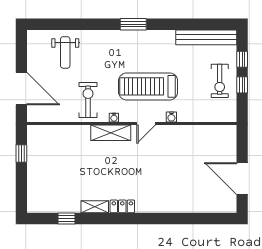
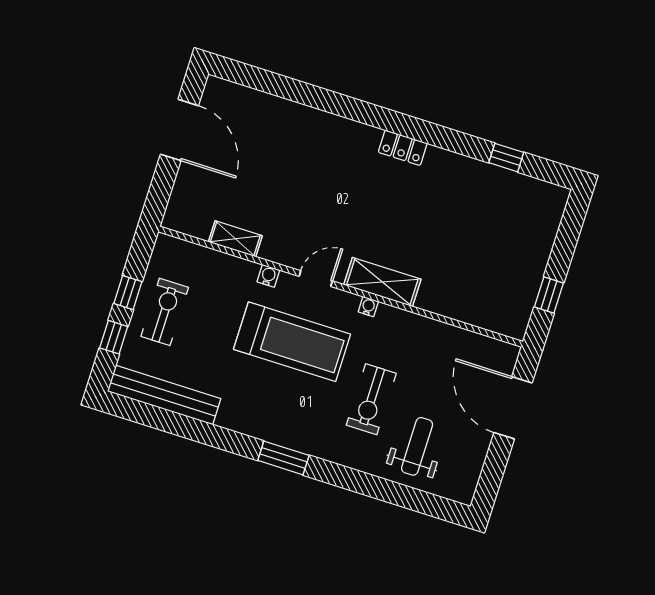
exercise bike: (88, 100) -> (371, 399), moved
shelving: (95, 207) -> (235, 239), moved

